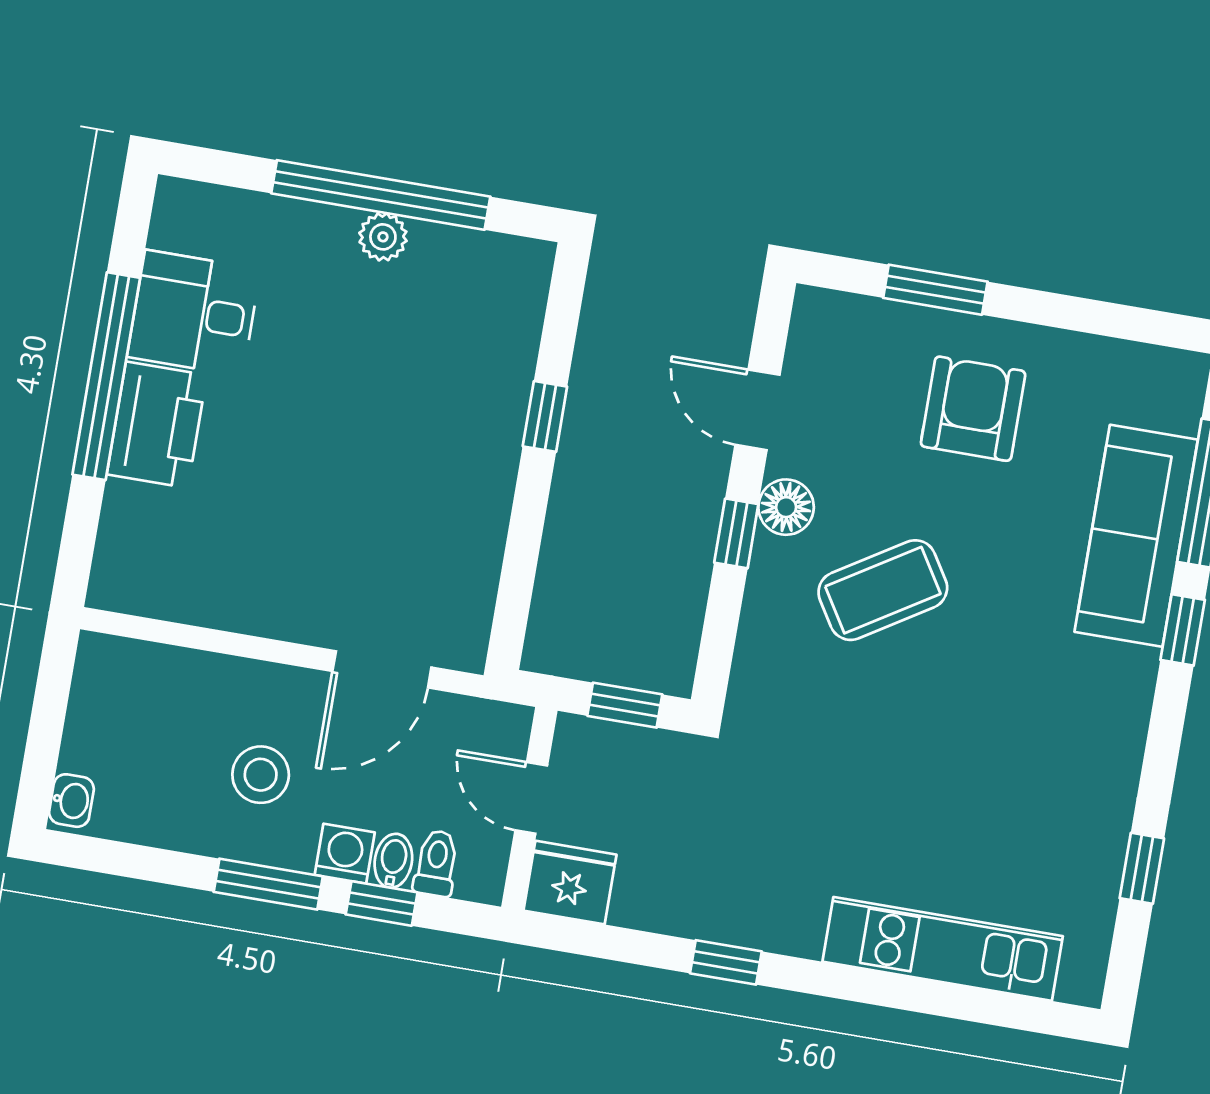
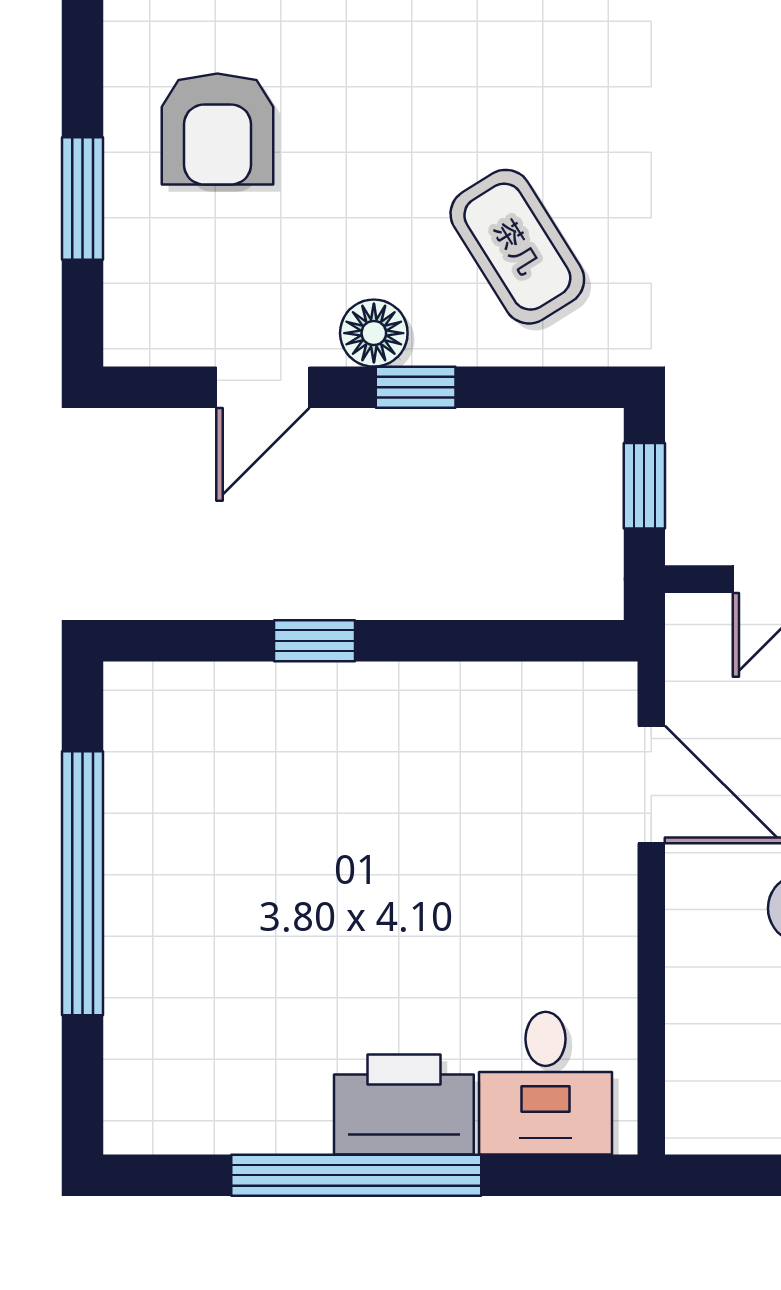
plant: (383, 237) -> (132, 872), removed
desk: (194, 313) -> (546, 1083), moved
armchair: (973, 409) -> (217, 129), turned -90
coffee table: (883, 590) -> (517, 247), moved

